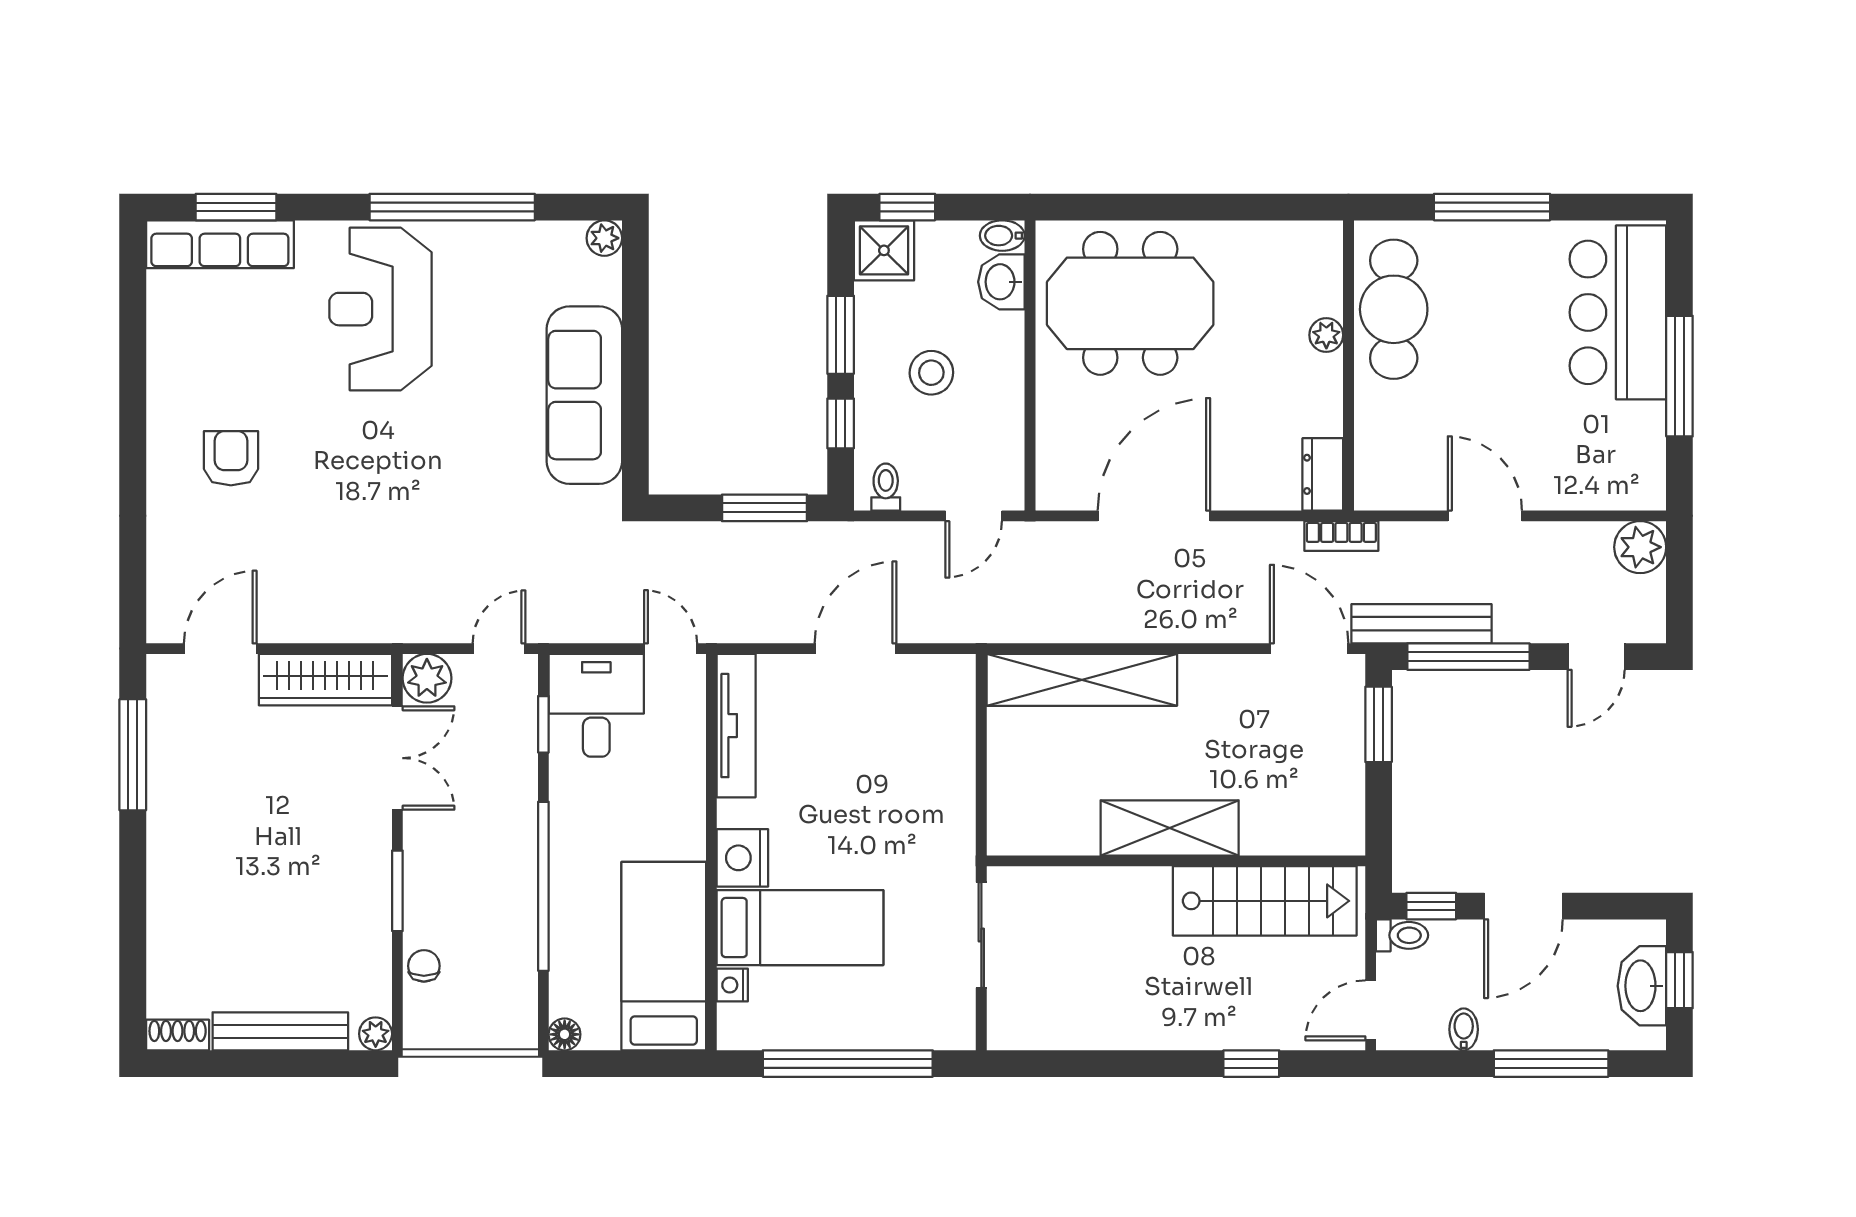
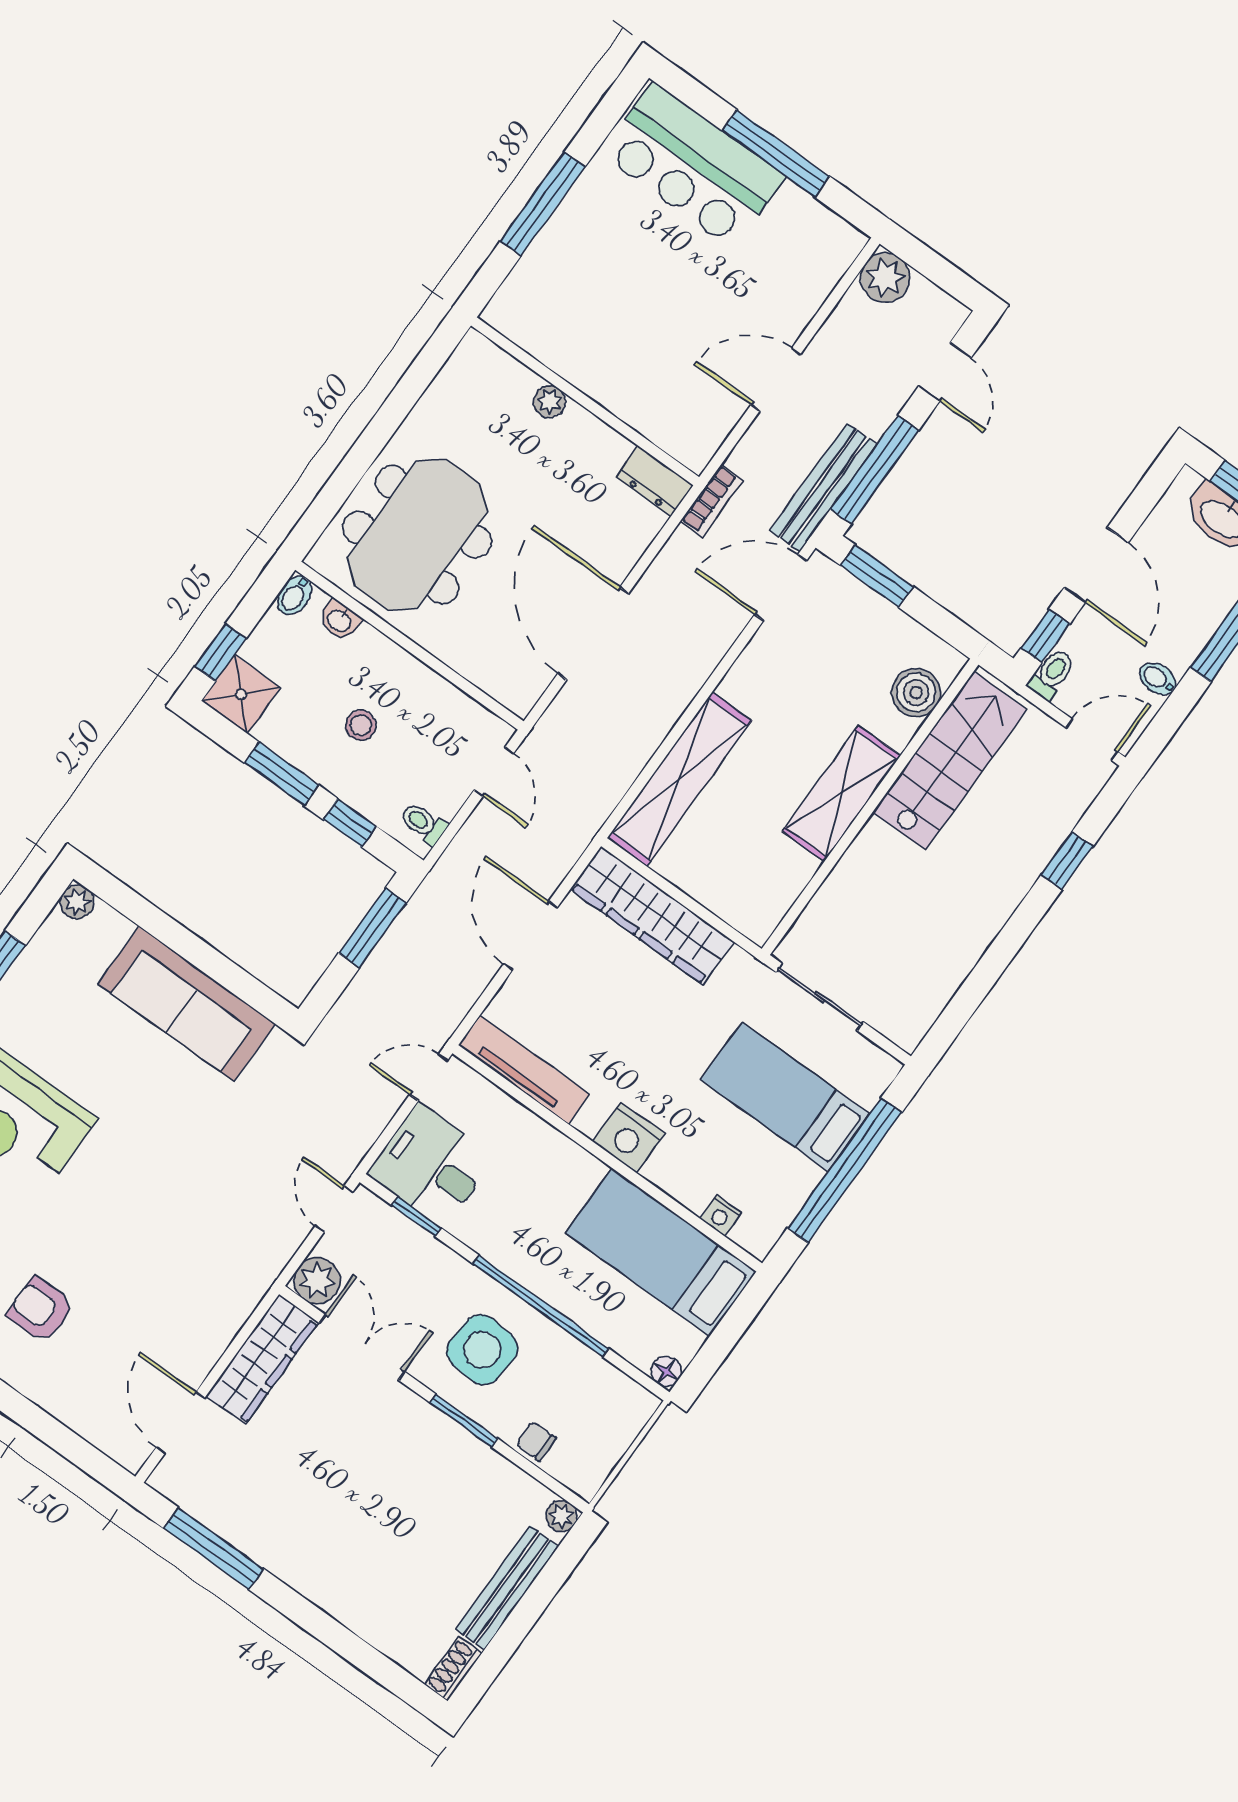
washbasin: (1001, 282) -> (339, 620), width x0.72, depth x0.69
cafe table: (1394, 309) -> (567, 336), removed
stool: (931, 373) -> (361, 725), width x0.73, depth x0.73
wardrobe: (948, 741) -> (652, 915), added
boiler: (1302, 830) -> (916, 693), added
side table: (470, 863) -> (482, 1350), added
bed: (800, 928) -> (785, 1097), moved, turned -90
door: (1371, 1010) -> (1092, 740), swing flipped

